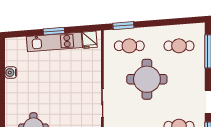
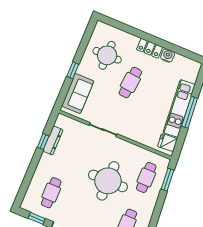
window: (54, 31) -> (190, 112), width x1.44
locker: (11, 92) -> (150, 48), added
cafe table: (49, 96) -> (130, 82), added

